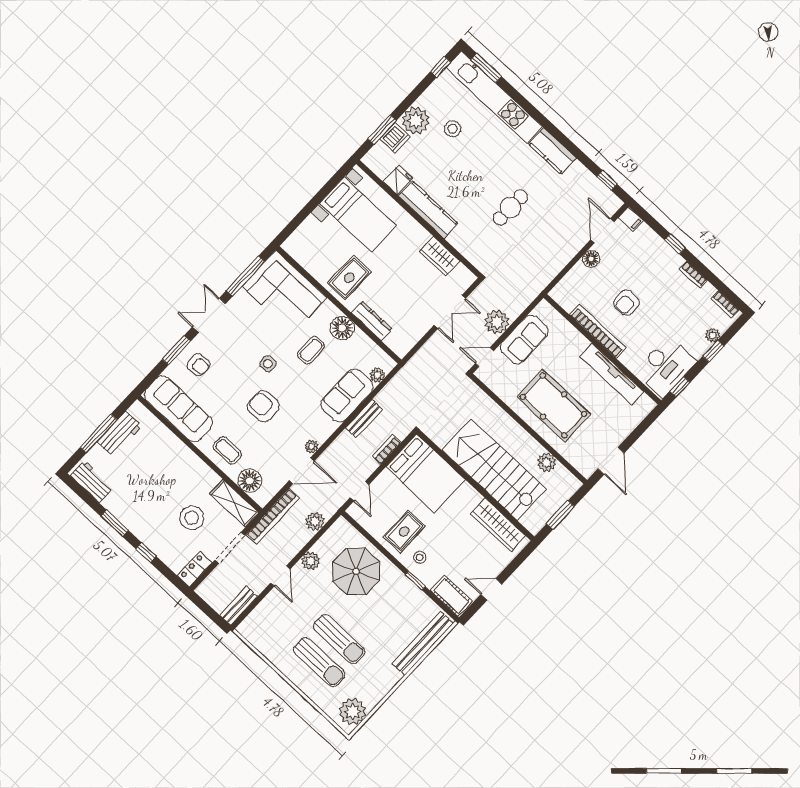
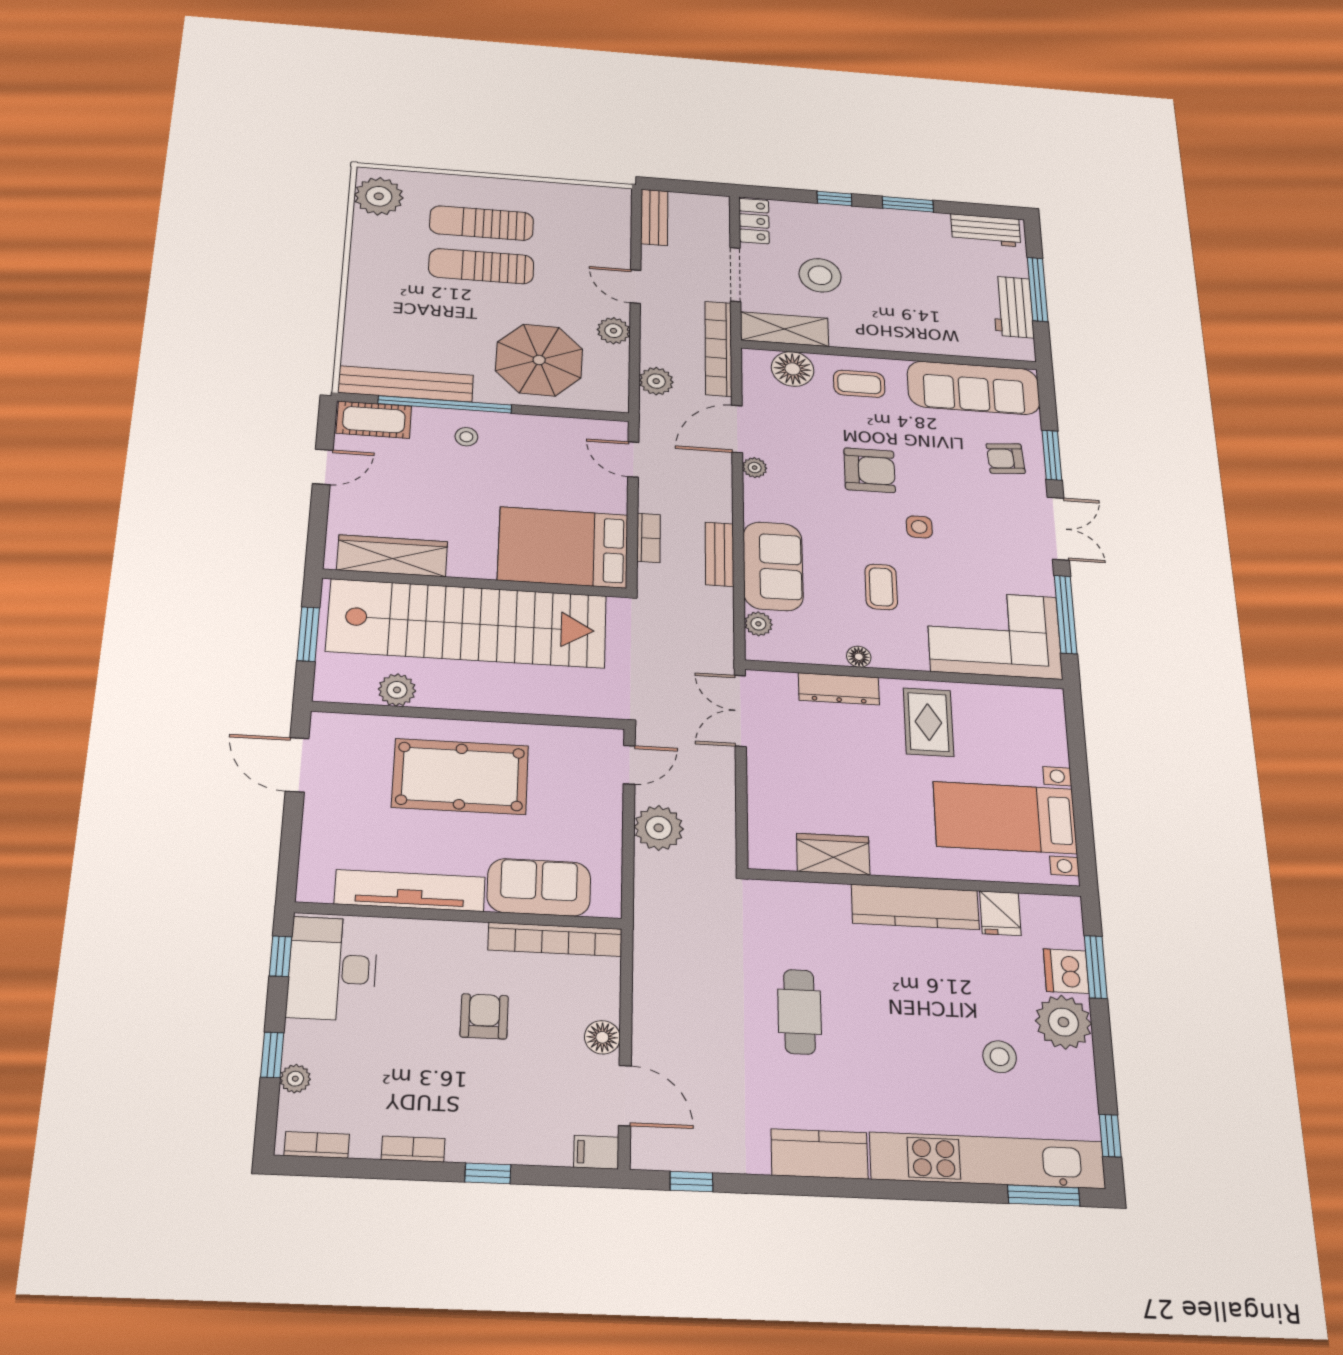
double door: (450, 312) -> (740, 711), moved
floor lamp: (342, 328) -> (859, 657), width x0.53, depth x0.53
bookcase: (598, 331) -> (555, 939), moved
sofa: (524, 339) -> (539, 887), moved, turned 90
stairs: (494, 470) -> (467, 623), width x1.36
rug: (404, 531) -> (521, 453), removed
window: (415, 580) -> (445, 404), width x3.17
bench: (423, 643) -> (406, 384), moved, turned 90

